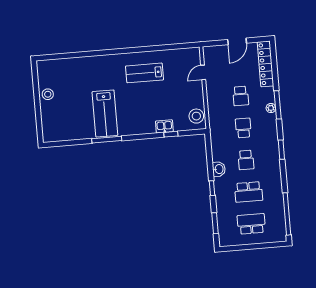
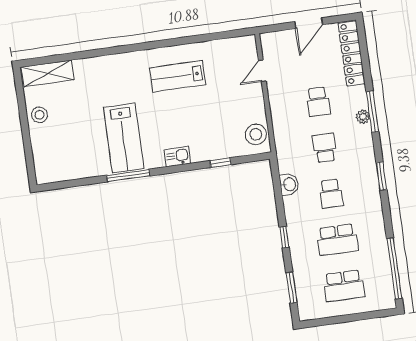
shelving: (55, 66) -> (48, 73), added
kitchen sink: (164, 126) -> (177, 156), moved
washbasin: (219, 169) -> (289, 184), moved
school desk: (251, 224) -> (344, 286), turned 180

